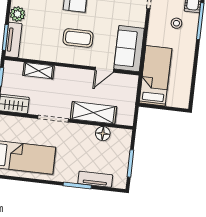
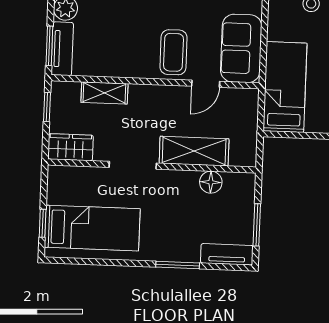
coffee table: (78, 38) -> (173, 52), moved, turned 90
tv unit: (95, 179) -> (227, 254), moved

